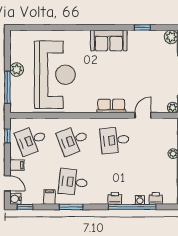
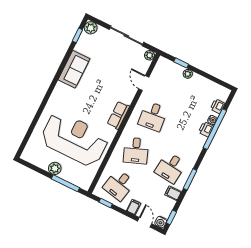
window: (142, 27) -> (77, 35), moved
sofa: (109, 40) -> (74, 69), moved
row of seats: (111, 106) -> (118, 115), moved
desk: (31, 140) -> (119, 185), turned 33
door: (7, 183) -> (145, 222), hinge flipped
printer: (115, 198) -> (206, 129), moved

